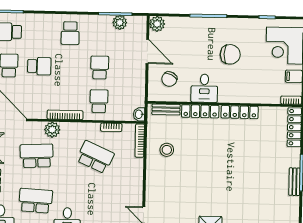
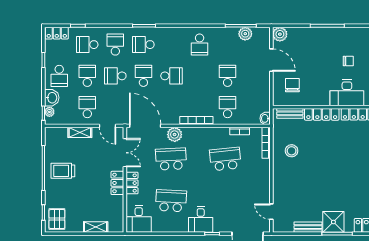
chair: (230, 54) -> (348, 61), width x0.54, depth x0.54
chair: (169, 79) -> (292, 85), turned 153
desk: (204, 88) -> (347, 93), moved, width x1.37
plant: (52, 130) -> (175, 135), moved
school desk: (95, 157) -> (225, 159), turned -30

